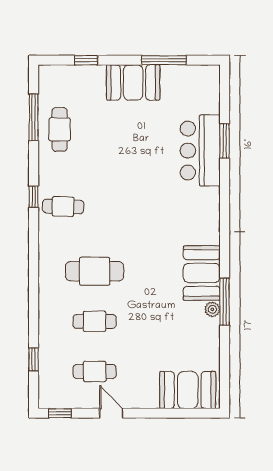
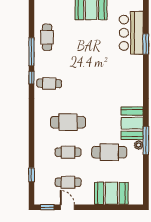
window: (34, 117) -> (31, 52), moved
bar counter: (200, 151) -> (131, 33), moved
cafe table: (164, 321) -> (109, 152), added
booth: (188, 390) -> (111, 193), moved
door: (111, 413) -> (67, 207), moved

